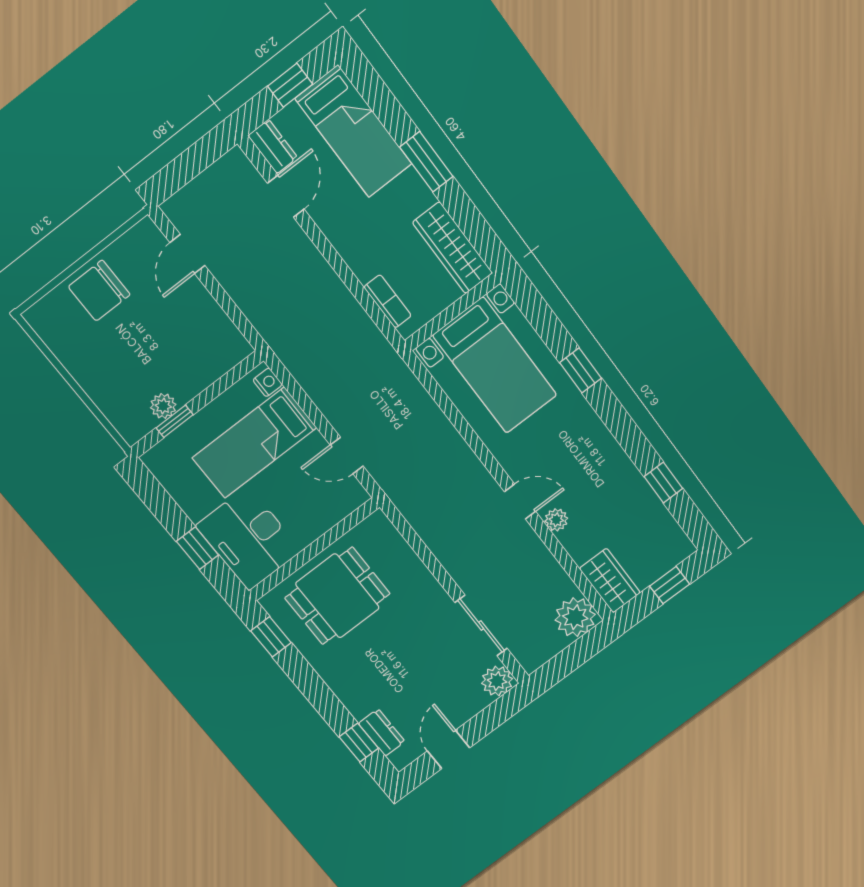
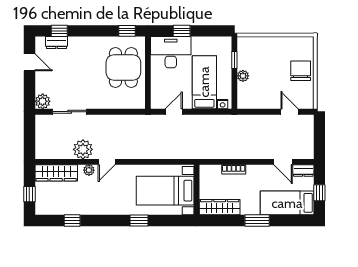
bookcase: (388, 301) -> (234, 169), moved
plant: (163, 406) -> (243, 76), moved
wardrobe: (610, 581) -> (56, 173), width x1.50
plant: (575, 617) -> (83, 149), moved

